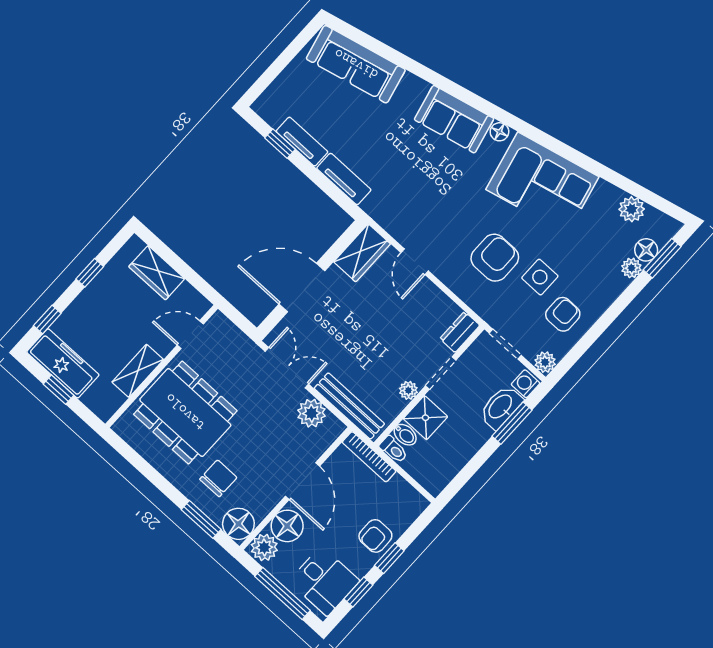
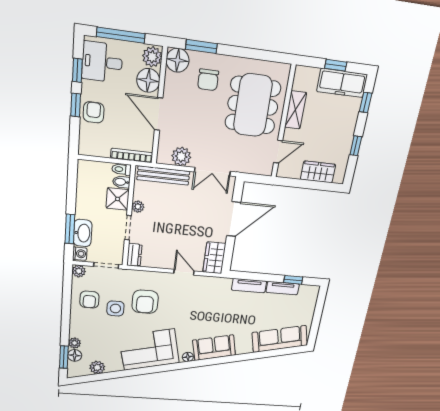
dining table: (185, 412) -> (253, 105), turned 90

